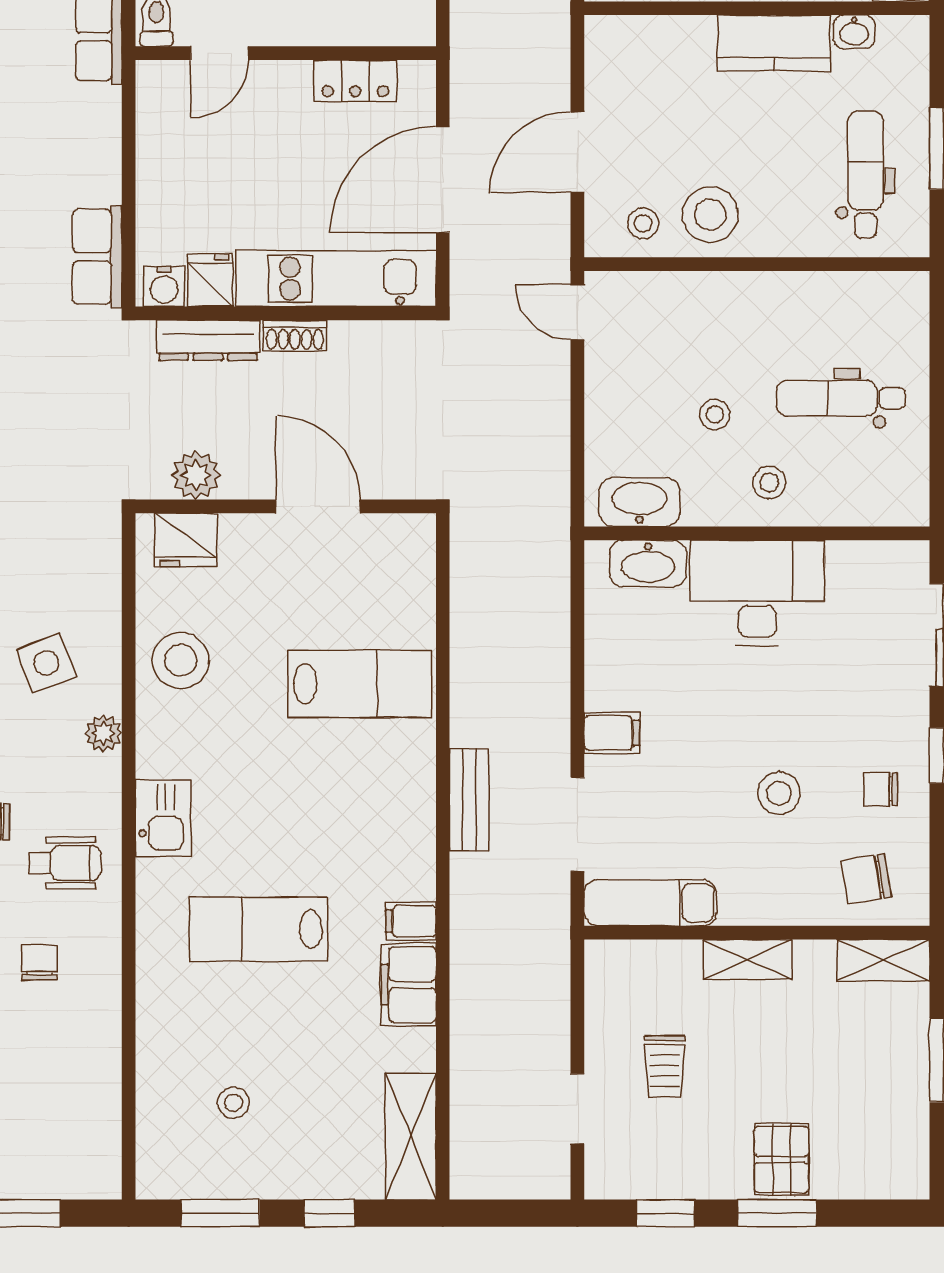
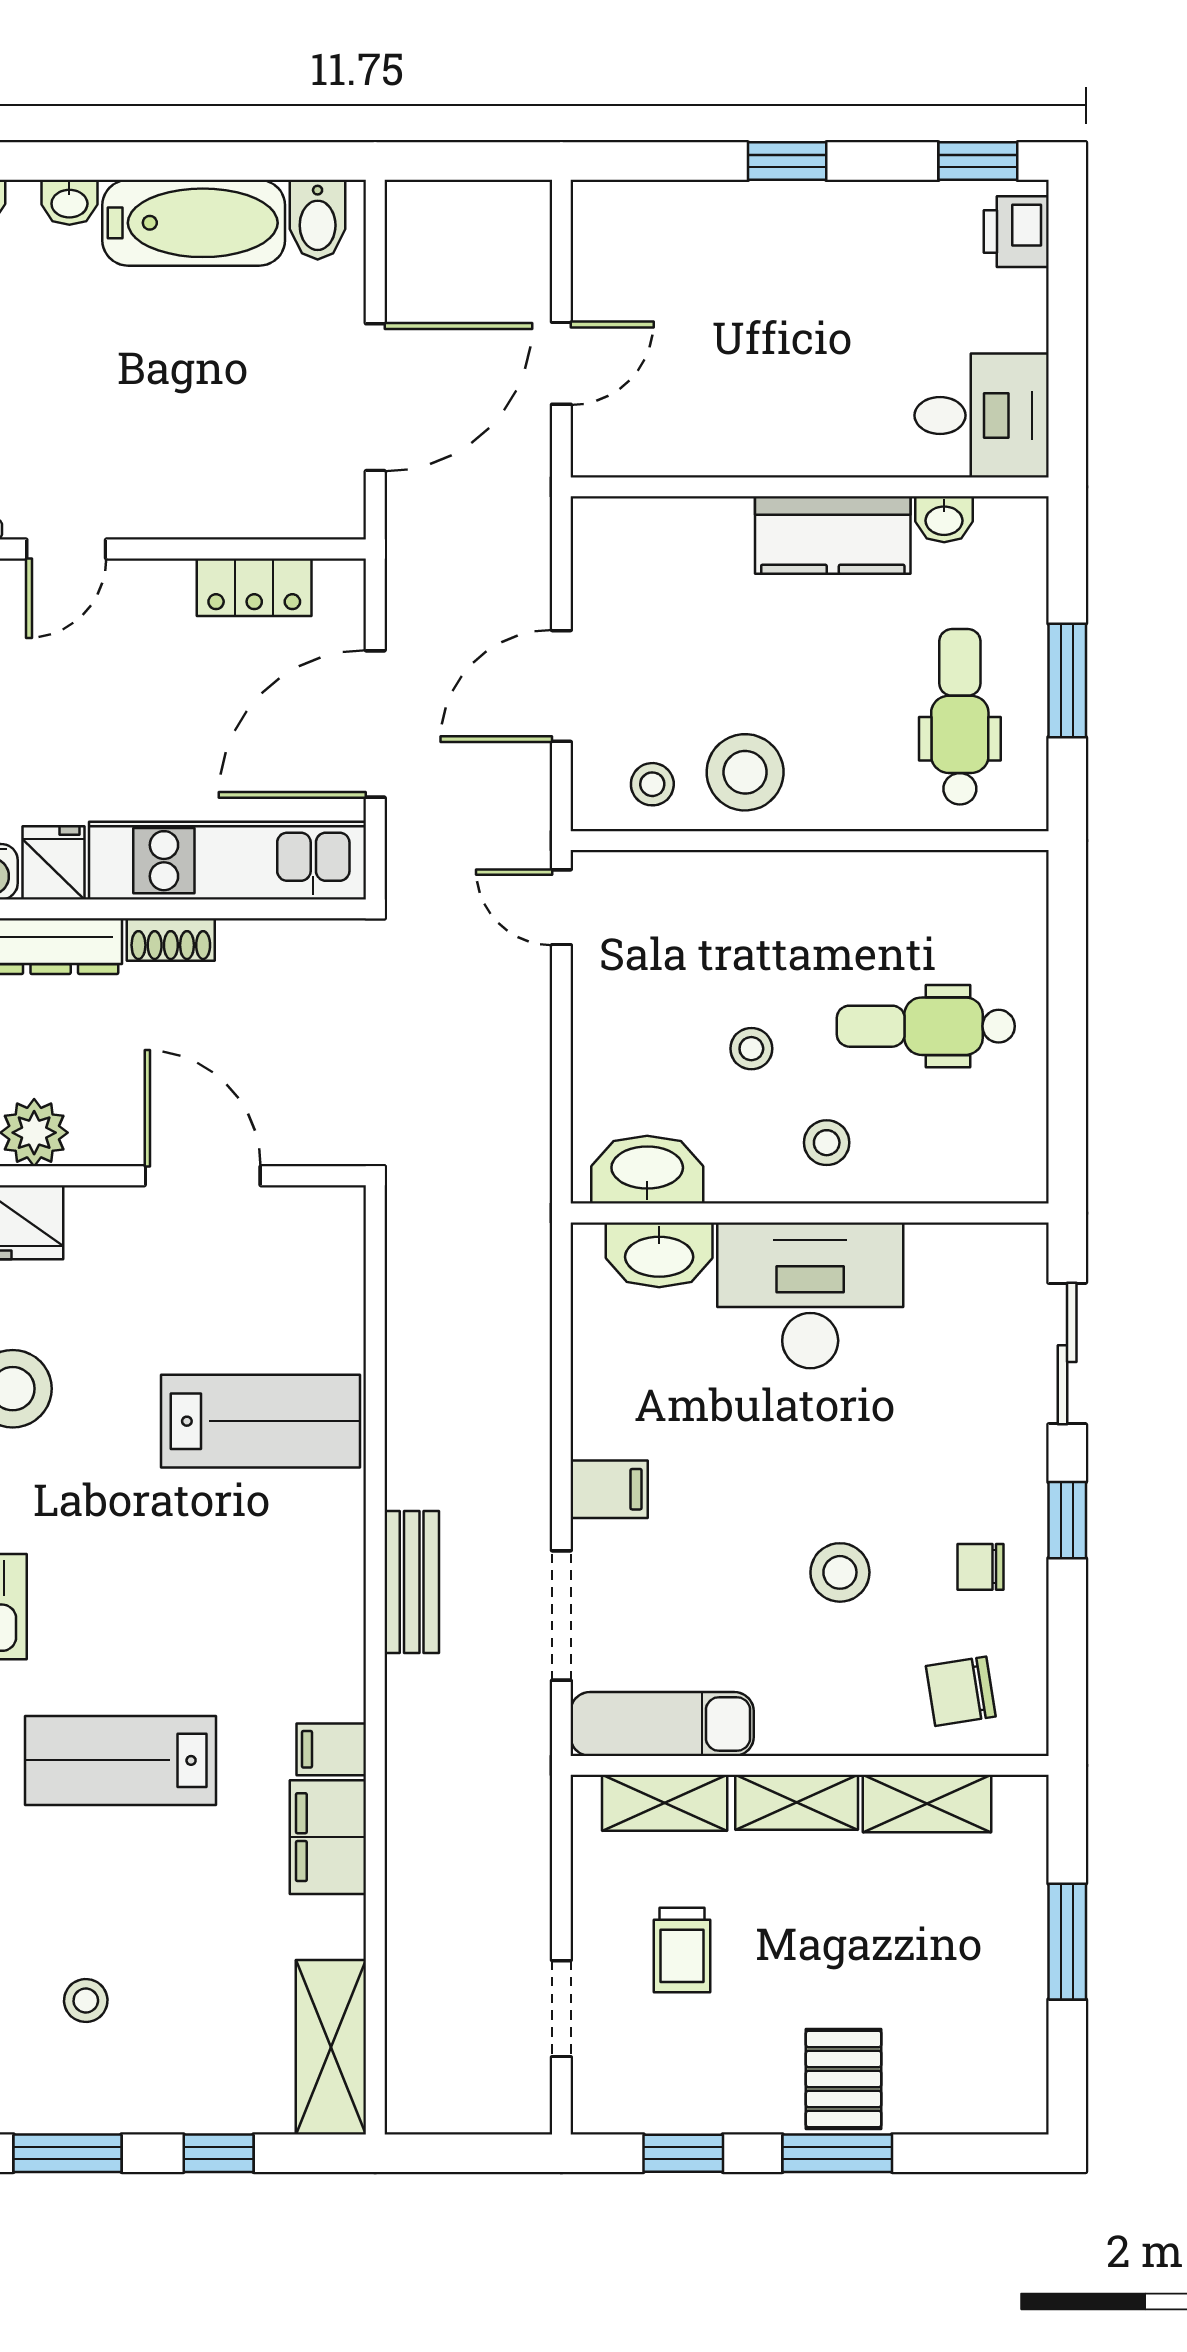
shelving: (652, 960) -> (665, 1803), added
shelving: (883, 960) -> (927, 1803), moved

